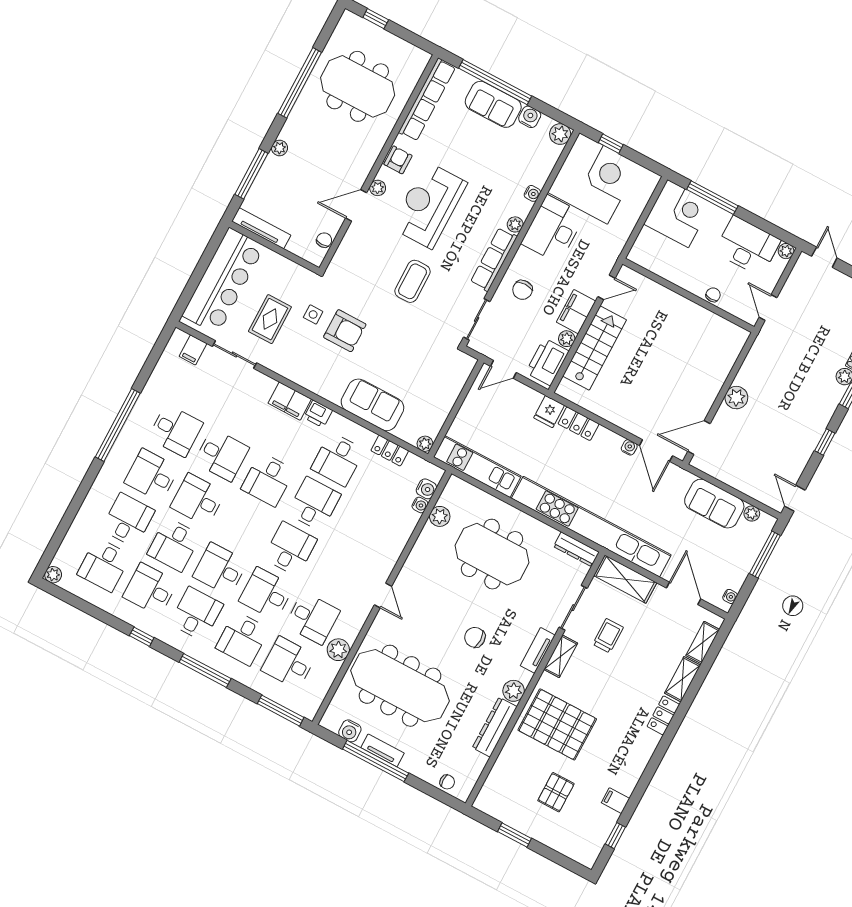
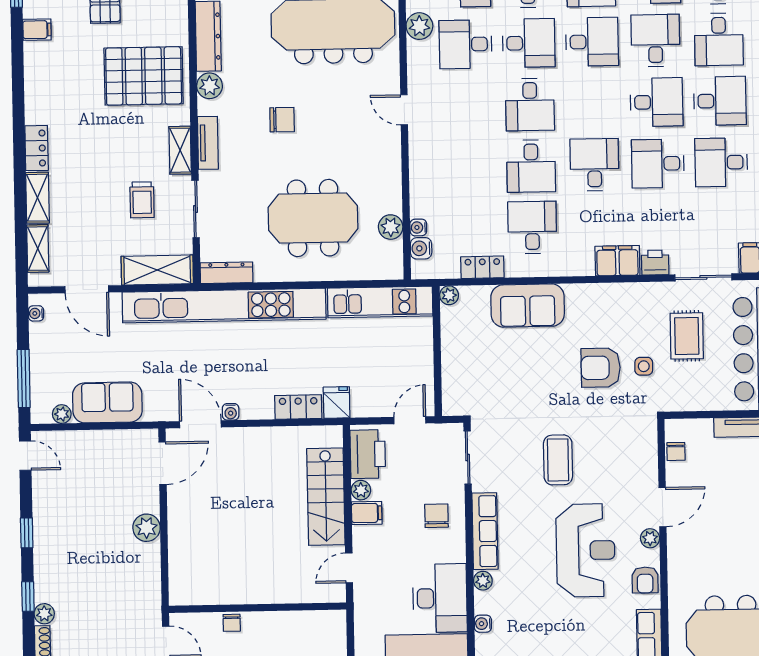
filing cabinet: (576, 312) -> (367, 513), width x0.50
printer: (318, 414) -> (655, 262), moved

